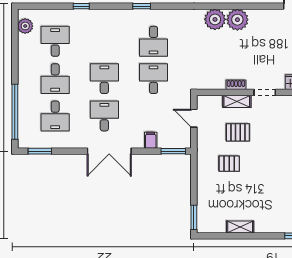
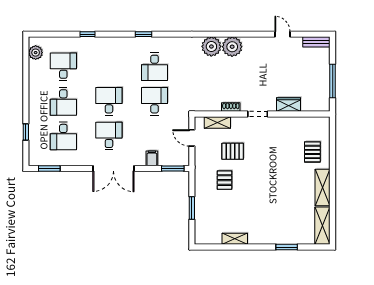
shelving: (237, 101) -> (217, 122), moved
window: (15, 112) -> (26, 132), width x0.32
pallet: (229, 164) -> (225, 180), turned 90
window: (194, 217) -> (192, 208), moved

